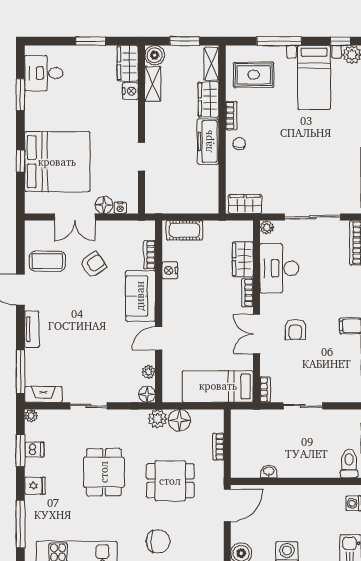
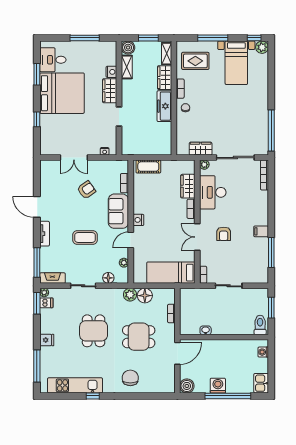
window: (91, 41) -> (85, 38), width x1.44
wardrobe: (128, 63) -> (110, 91), moved
bed: (57, 162) -> (62, 93), moved
wardrobe: (245, 204) -> (201, 149), moved
floor lamp: (104, 205) -> (94, 149), removed
coffee table: (47, 261) -> (85, 238), moved
nightstand: (170, 271) -> (138, 220), moved
floor lamp: (147, 394) -> (108, 278), moved
window: (20, 450) -> (37, 303), moved
dishwasher: (34, 450) -> (46, 303), moved
chair: (158, 541) -> (130, 378), turned -90

